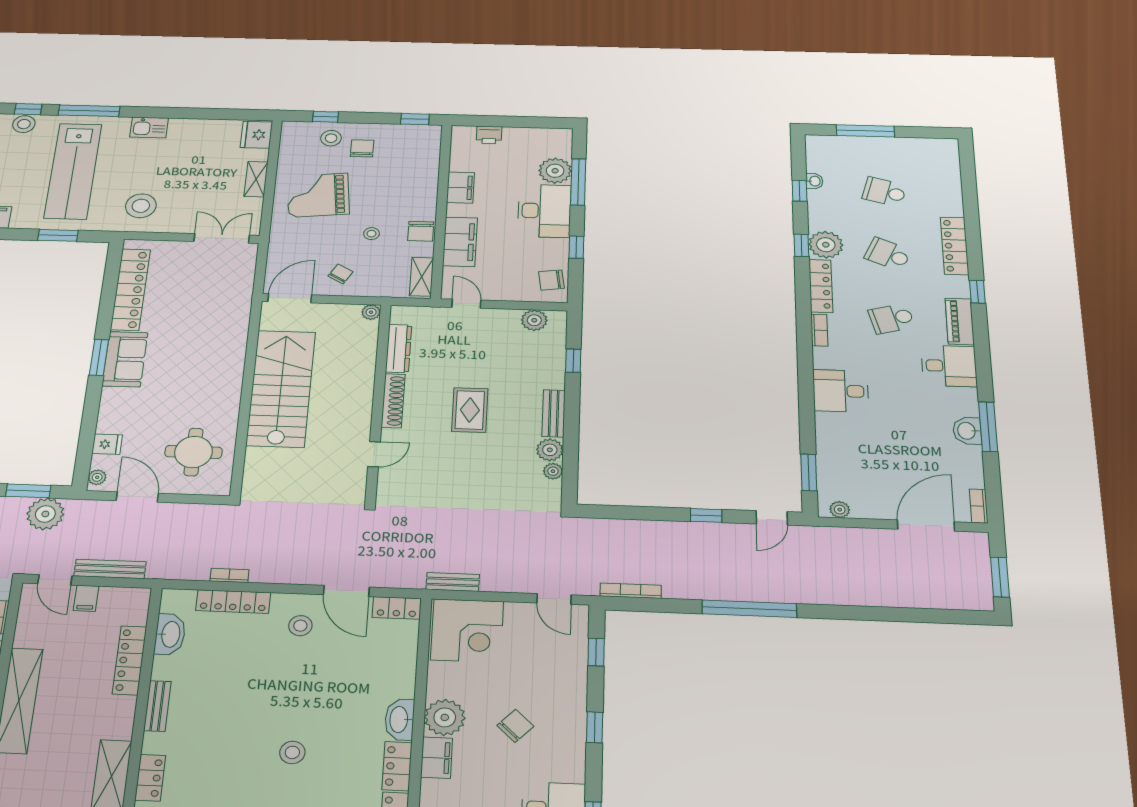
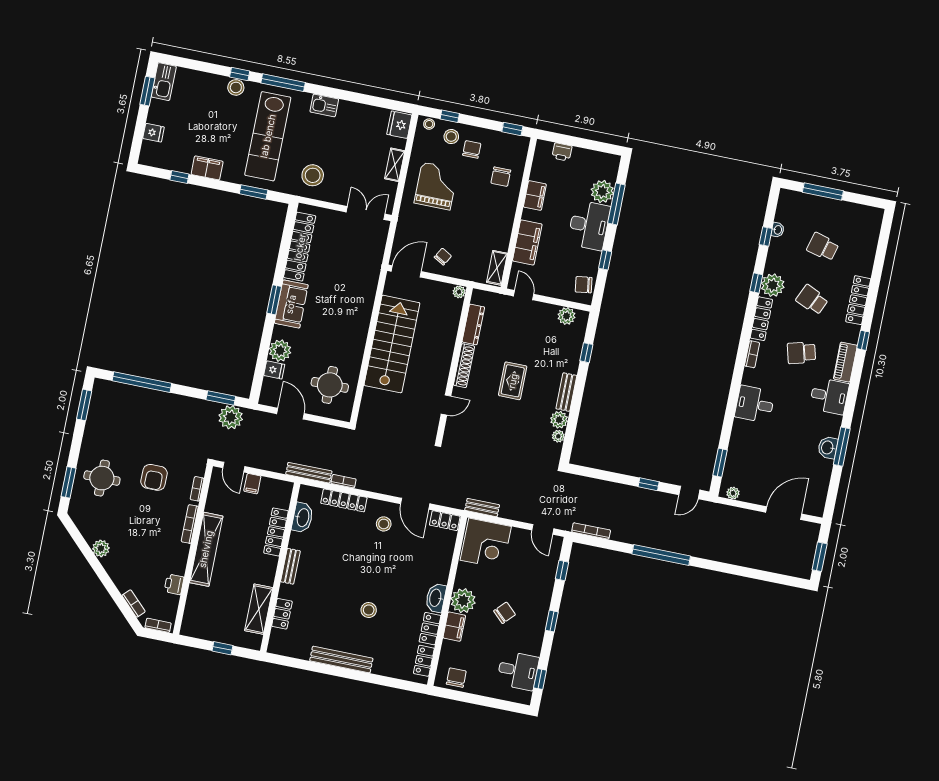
grand piano: (318, 195) -> (436, 186), turned 96
chair: (421, 231) -> (501, 177), moved
stool: (371, 234) -> (429, 124), moved
plant: (97, 477) -> (280, 351), moved, width x1.88, depth x1.88
bookcase: (979, 506) -> (820, 504), removed
bench: (110, 569) -> (309, 473), moved

